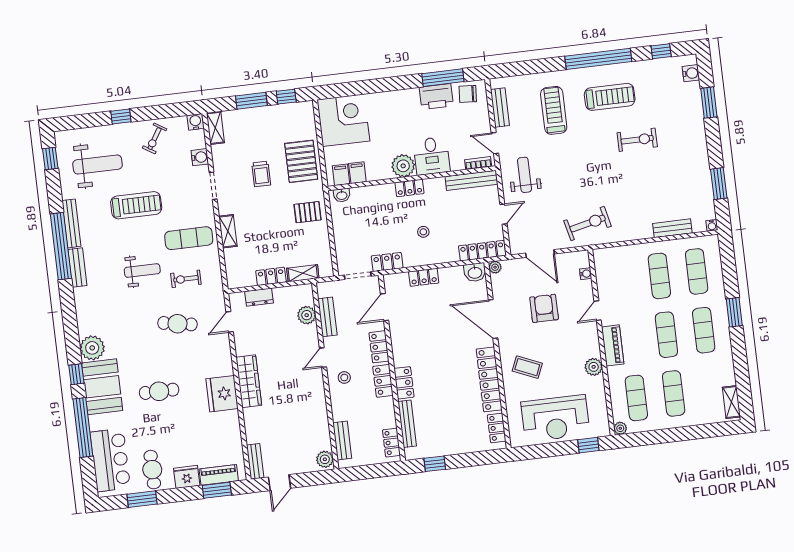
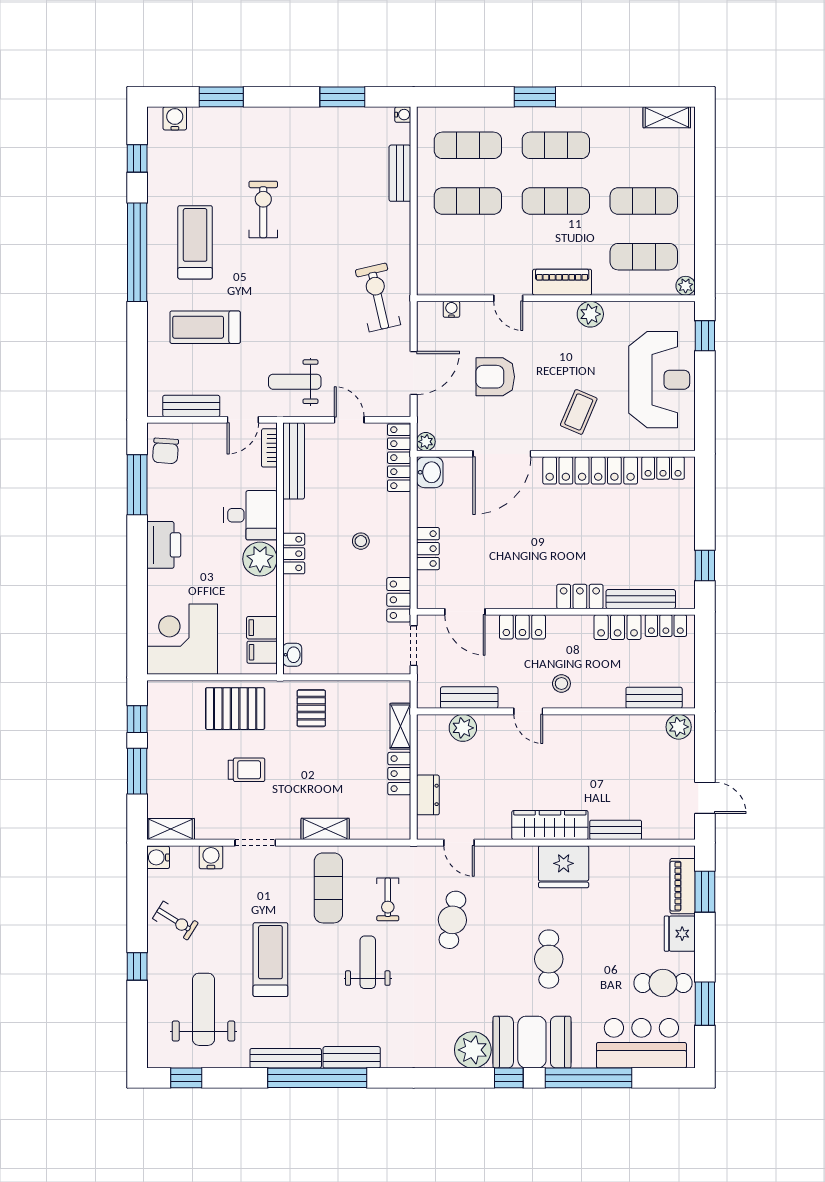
printer: (436, 96) -> (164, 545), moved
locker: (383, 381) -> (618, 627), moved
bench: (255, 461) -> (616, 830), moved

